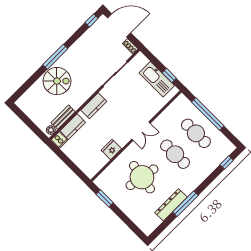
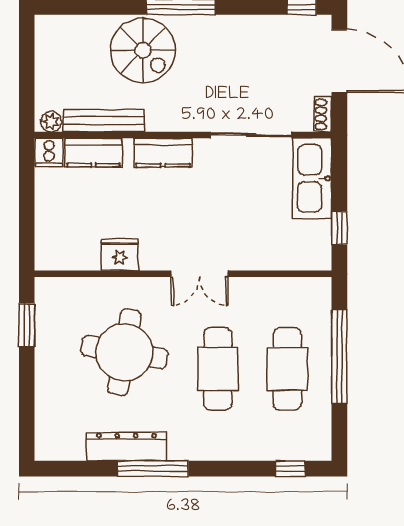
kitchen sink: (157, 79) -> (312, 178), moved
bench: (63, 117) -> (104, 121), width x1.36

